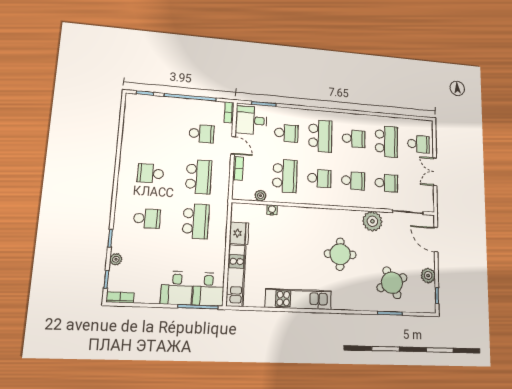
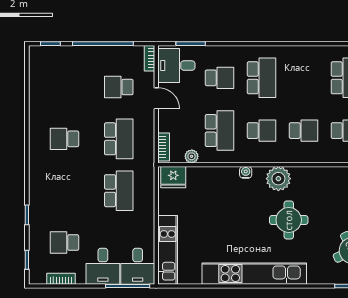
school desk: (202, 134) -> (119, 87), turned 180
school desk: (354, 139) -> (303, 78), removed
bookcase: (238, 168) -> (164, 147), moved
water cooler: (272, 210) -> (246, 172), moved
school desk: (147, 218) -> (64, 243), moved, turned 180
plant: (372, 221) -> (278, 179), moved
fridge: (239, 233) -> (173, 177), moved, turned 90
plant: (116, 259) -> (35, 238), removed
bookcase: (120, 297) -> (61, 279), moved
kitchen unit: (298, 299) -> (254, 274), width x1.36

